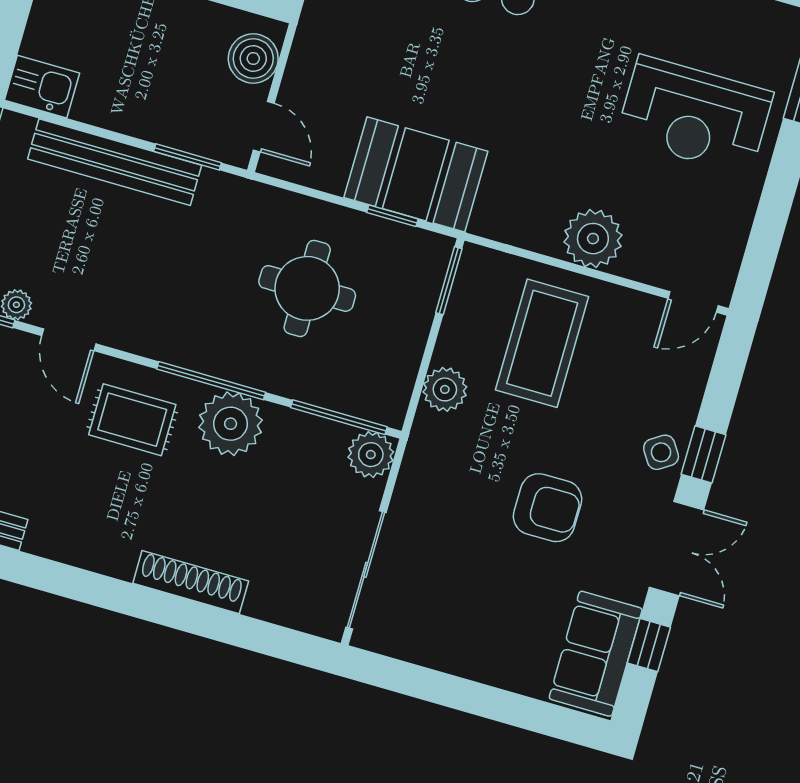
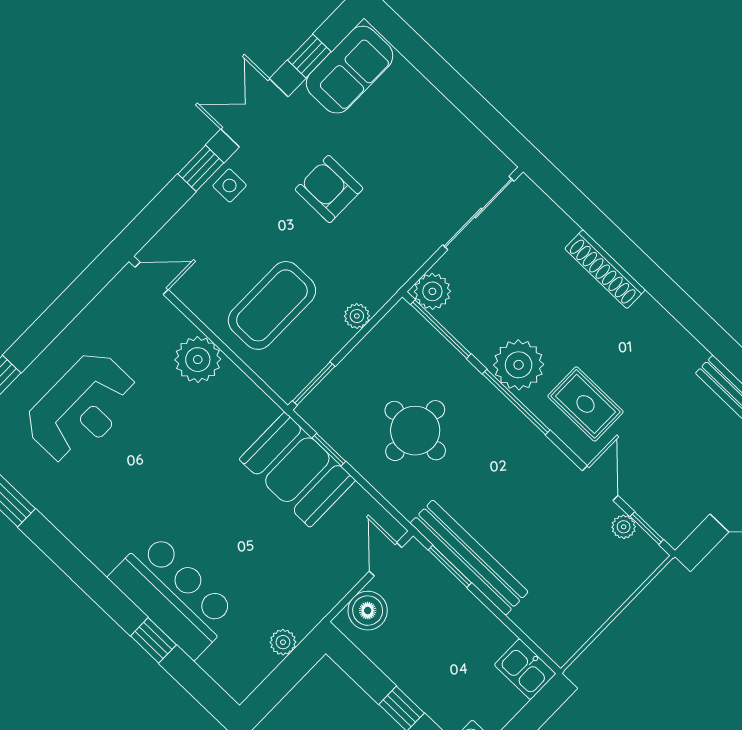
reception desk: (695, 115) -> (81, 408), turned 90
bench: (115, 162) -> (469, 558), moved
plant: (445, 389) -> (357, 316), width x0.73, depth x0.73
side table: (661, 452) -> (230, 186), turned 33

